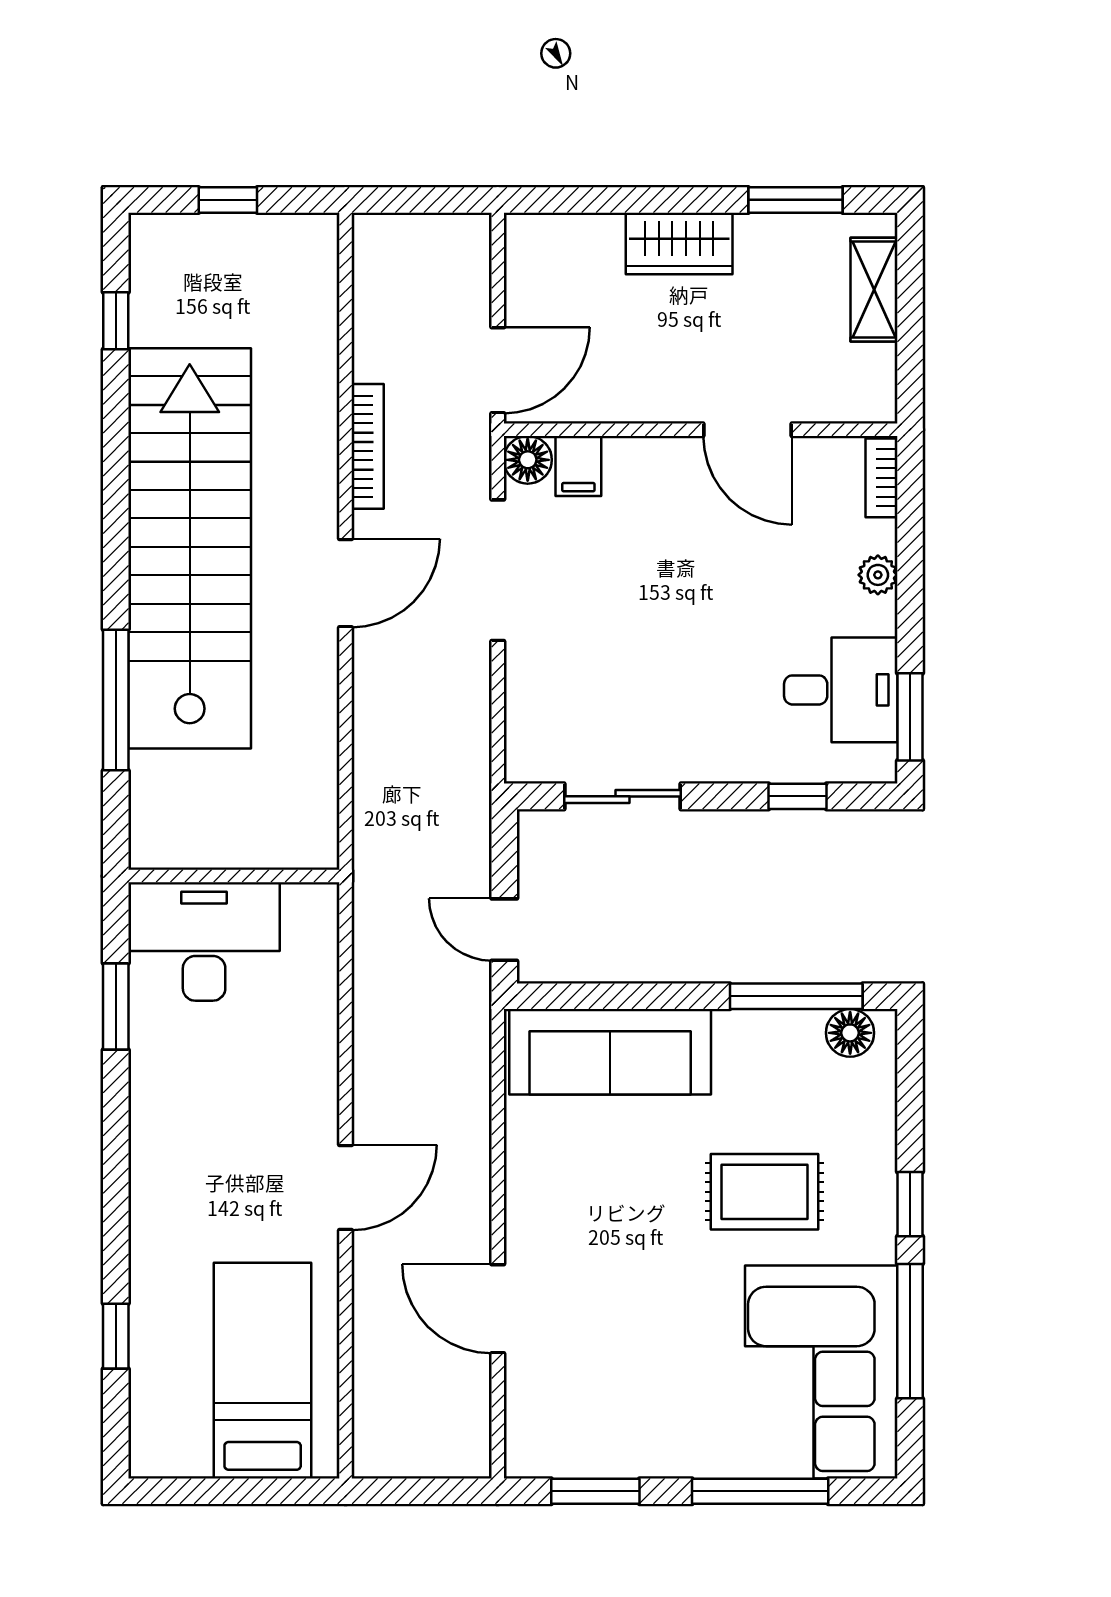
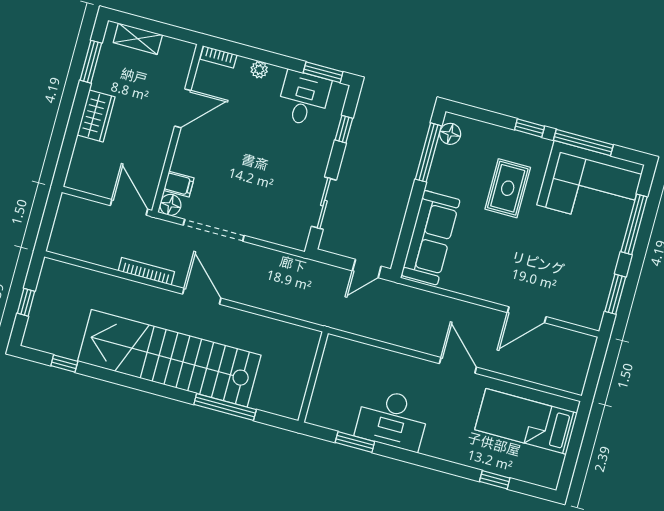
desk: (204, 942) -> (392, 419), moved, turned -90

